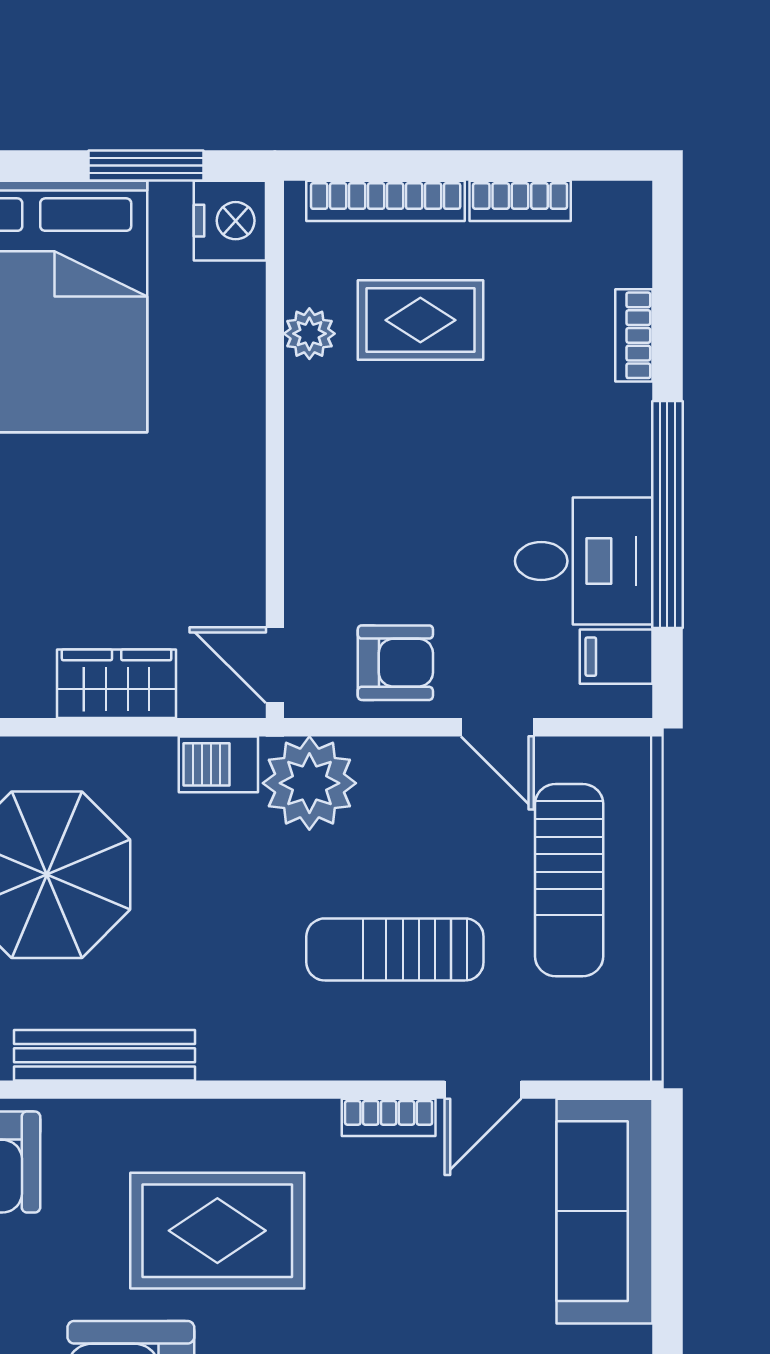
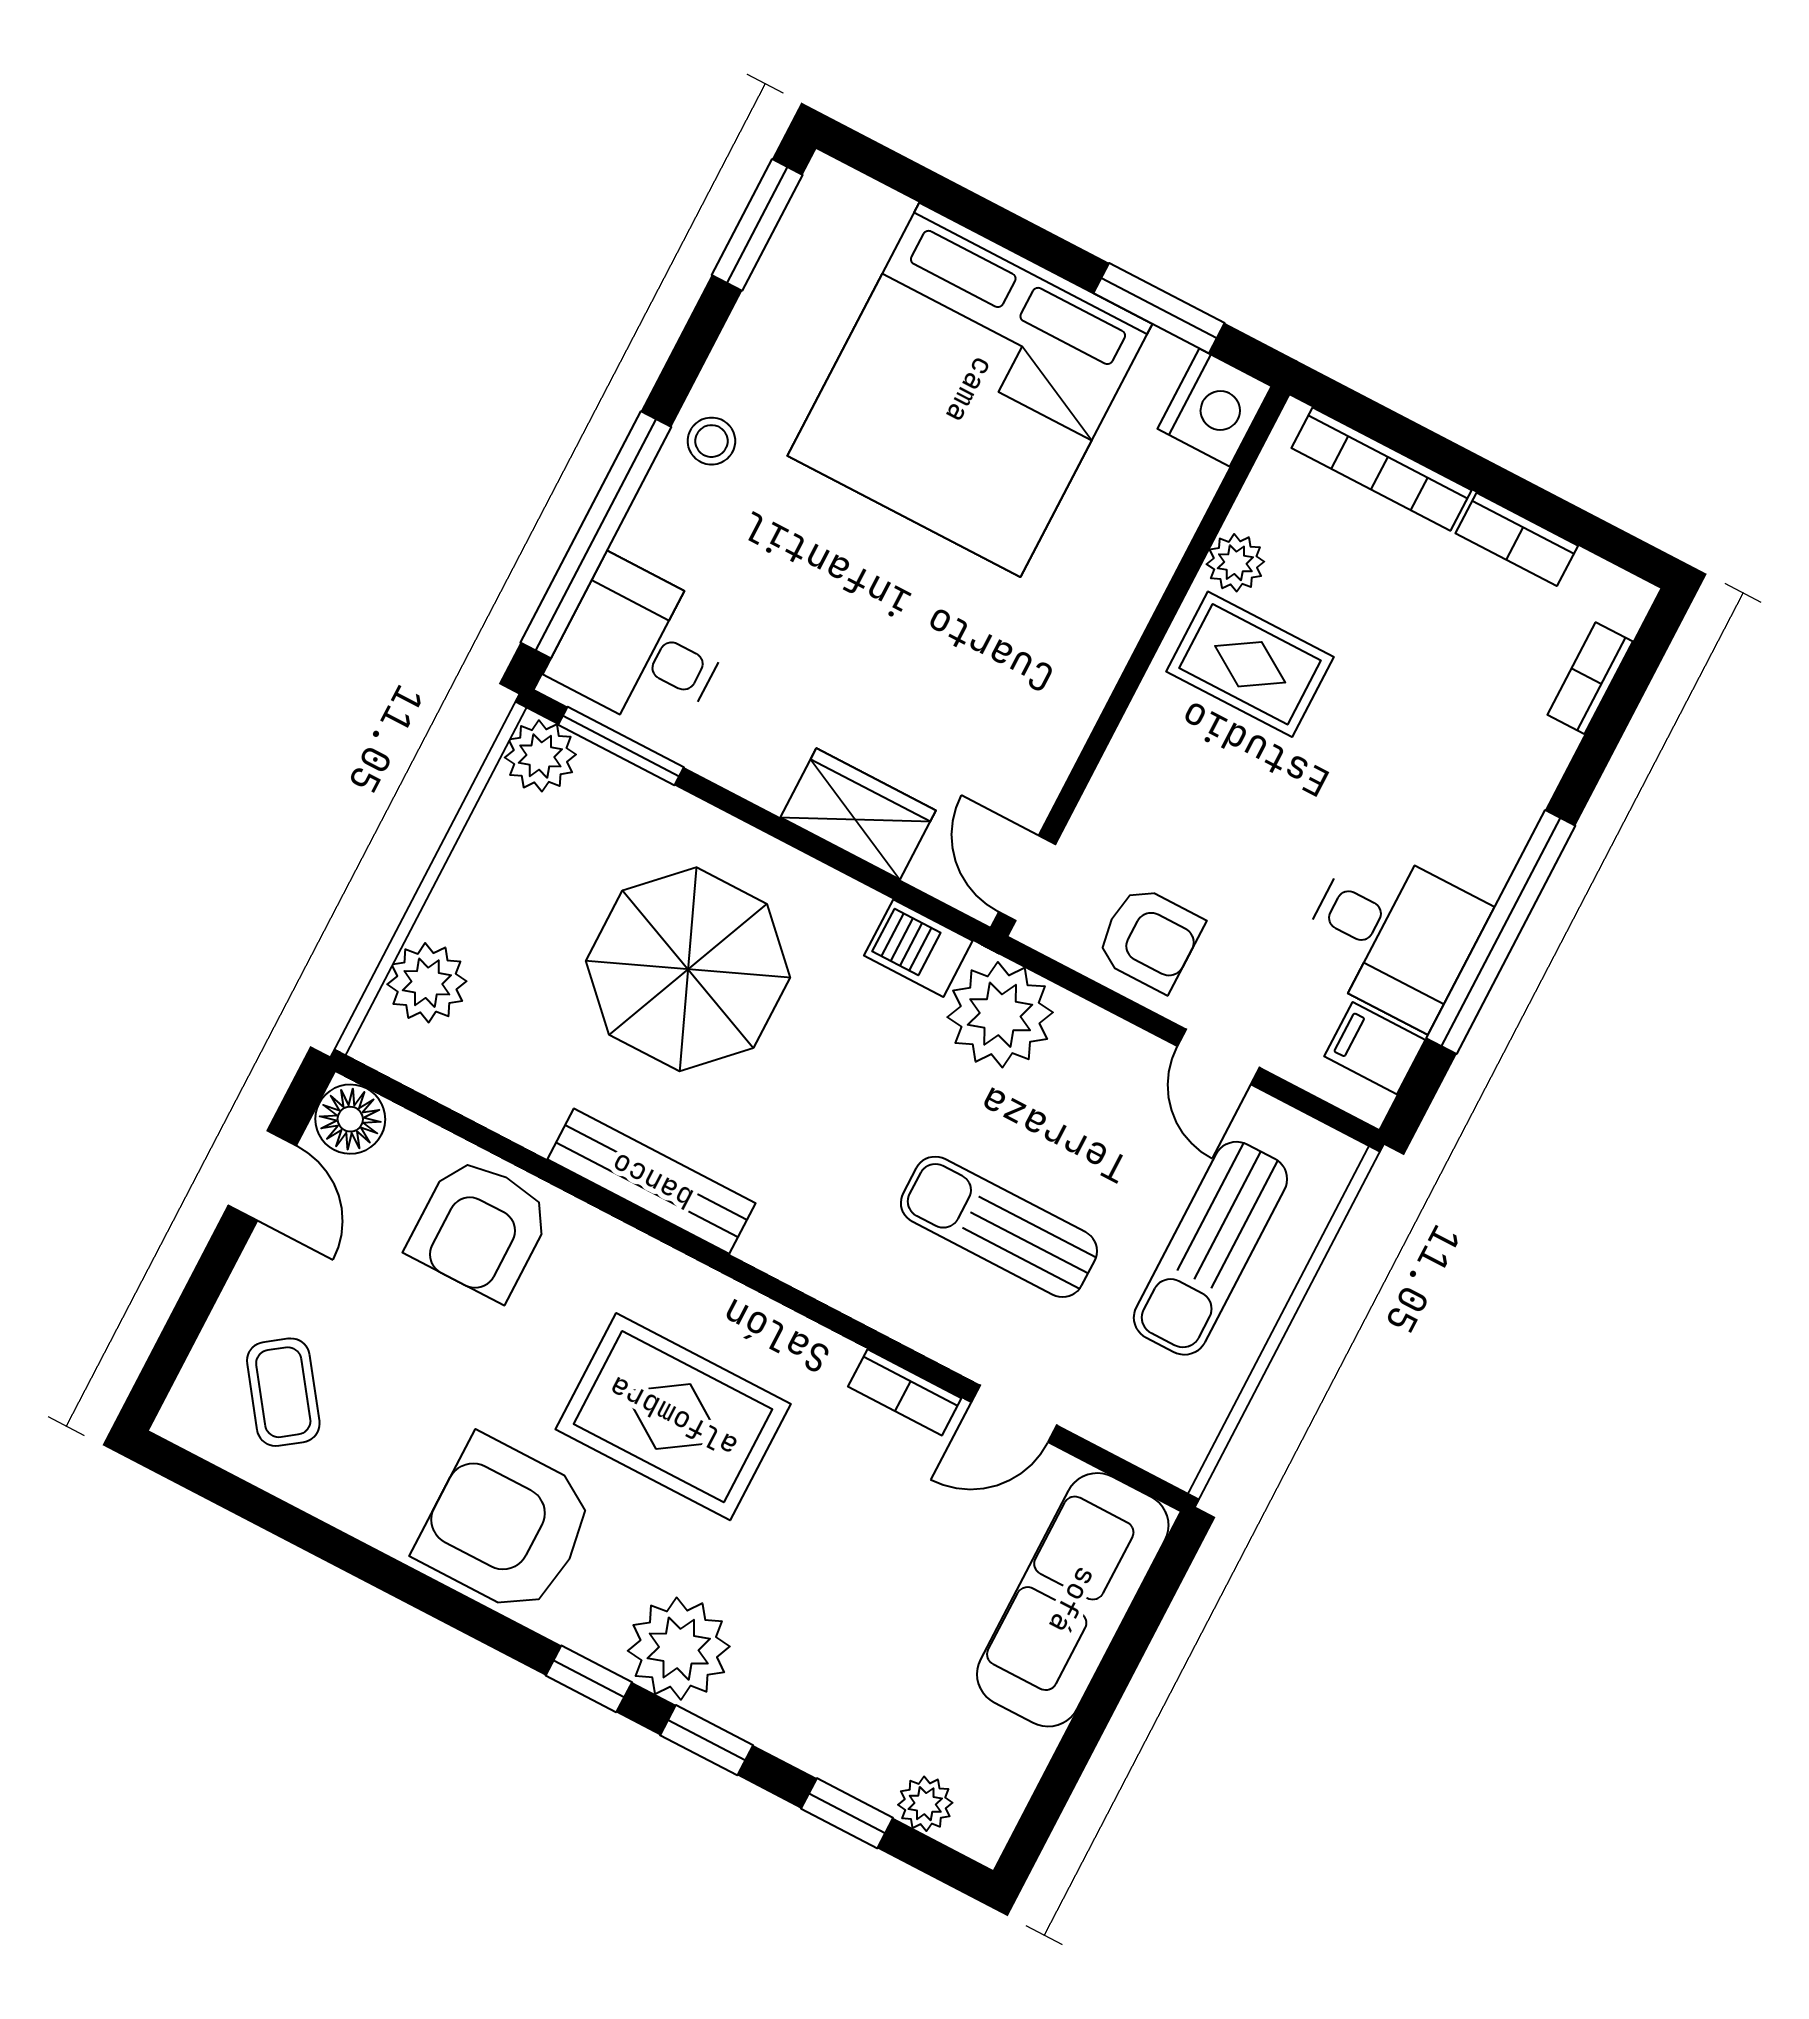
rug: (420, 320) -> (1250, 664), moved
bookcase: (634, 335) -> (1590, 678), moved

